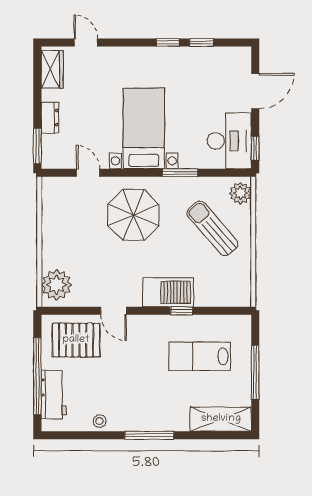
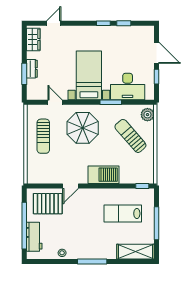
door: (86, 42) -> (54, 23), hinge flipped
door: (255, 91) -> (156, 53), hinge flipped
desk: (229, 141) -> (128, 87), moved, turned 90
window: (37, 146) -> (24, 74), moved
window: (255, 148) -> (156, 77), moved
sun lounger: (69, 229) -> (43, 136), added
plant: (57, 285) -> (36, 170), removed
door: (114, 311) -> (71, 186), hinge flipped
window: (182, 311) -> (142, 186), moved

